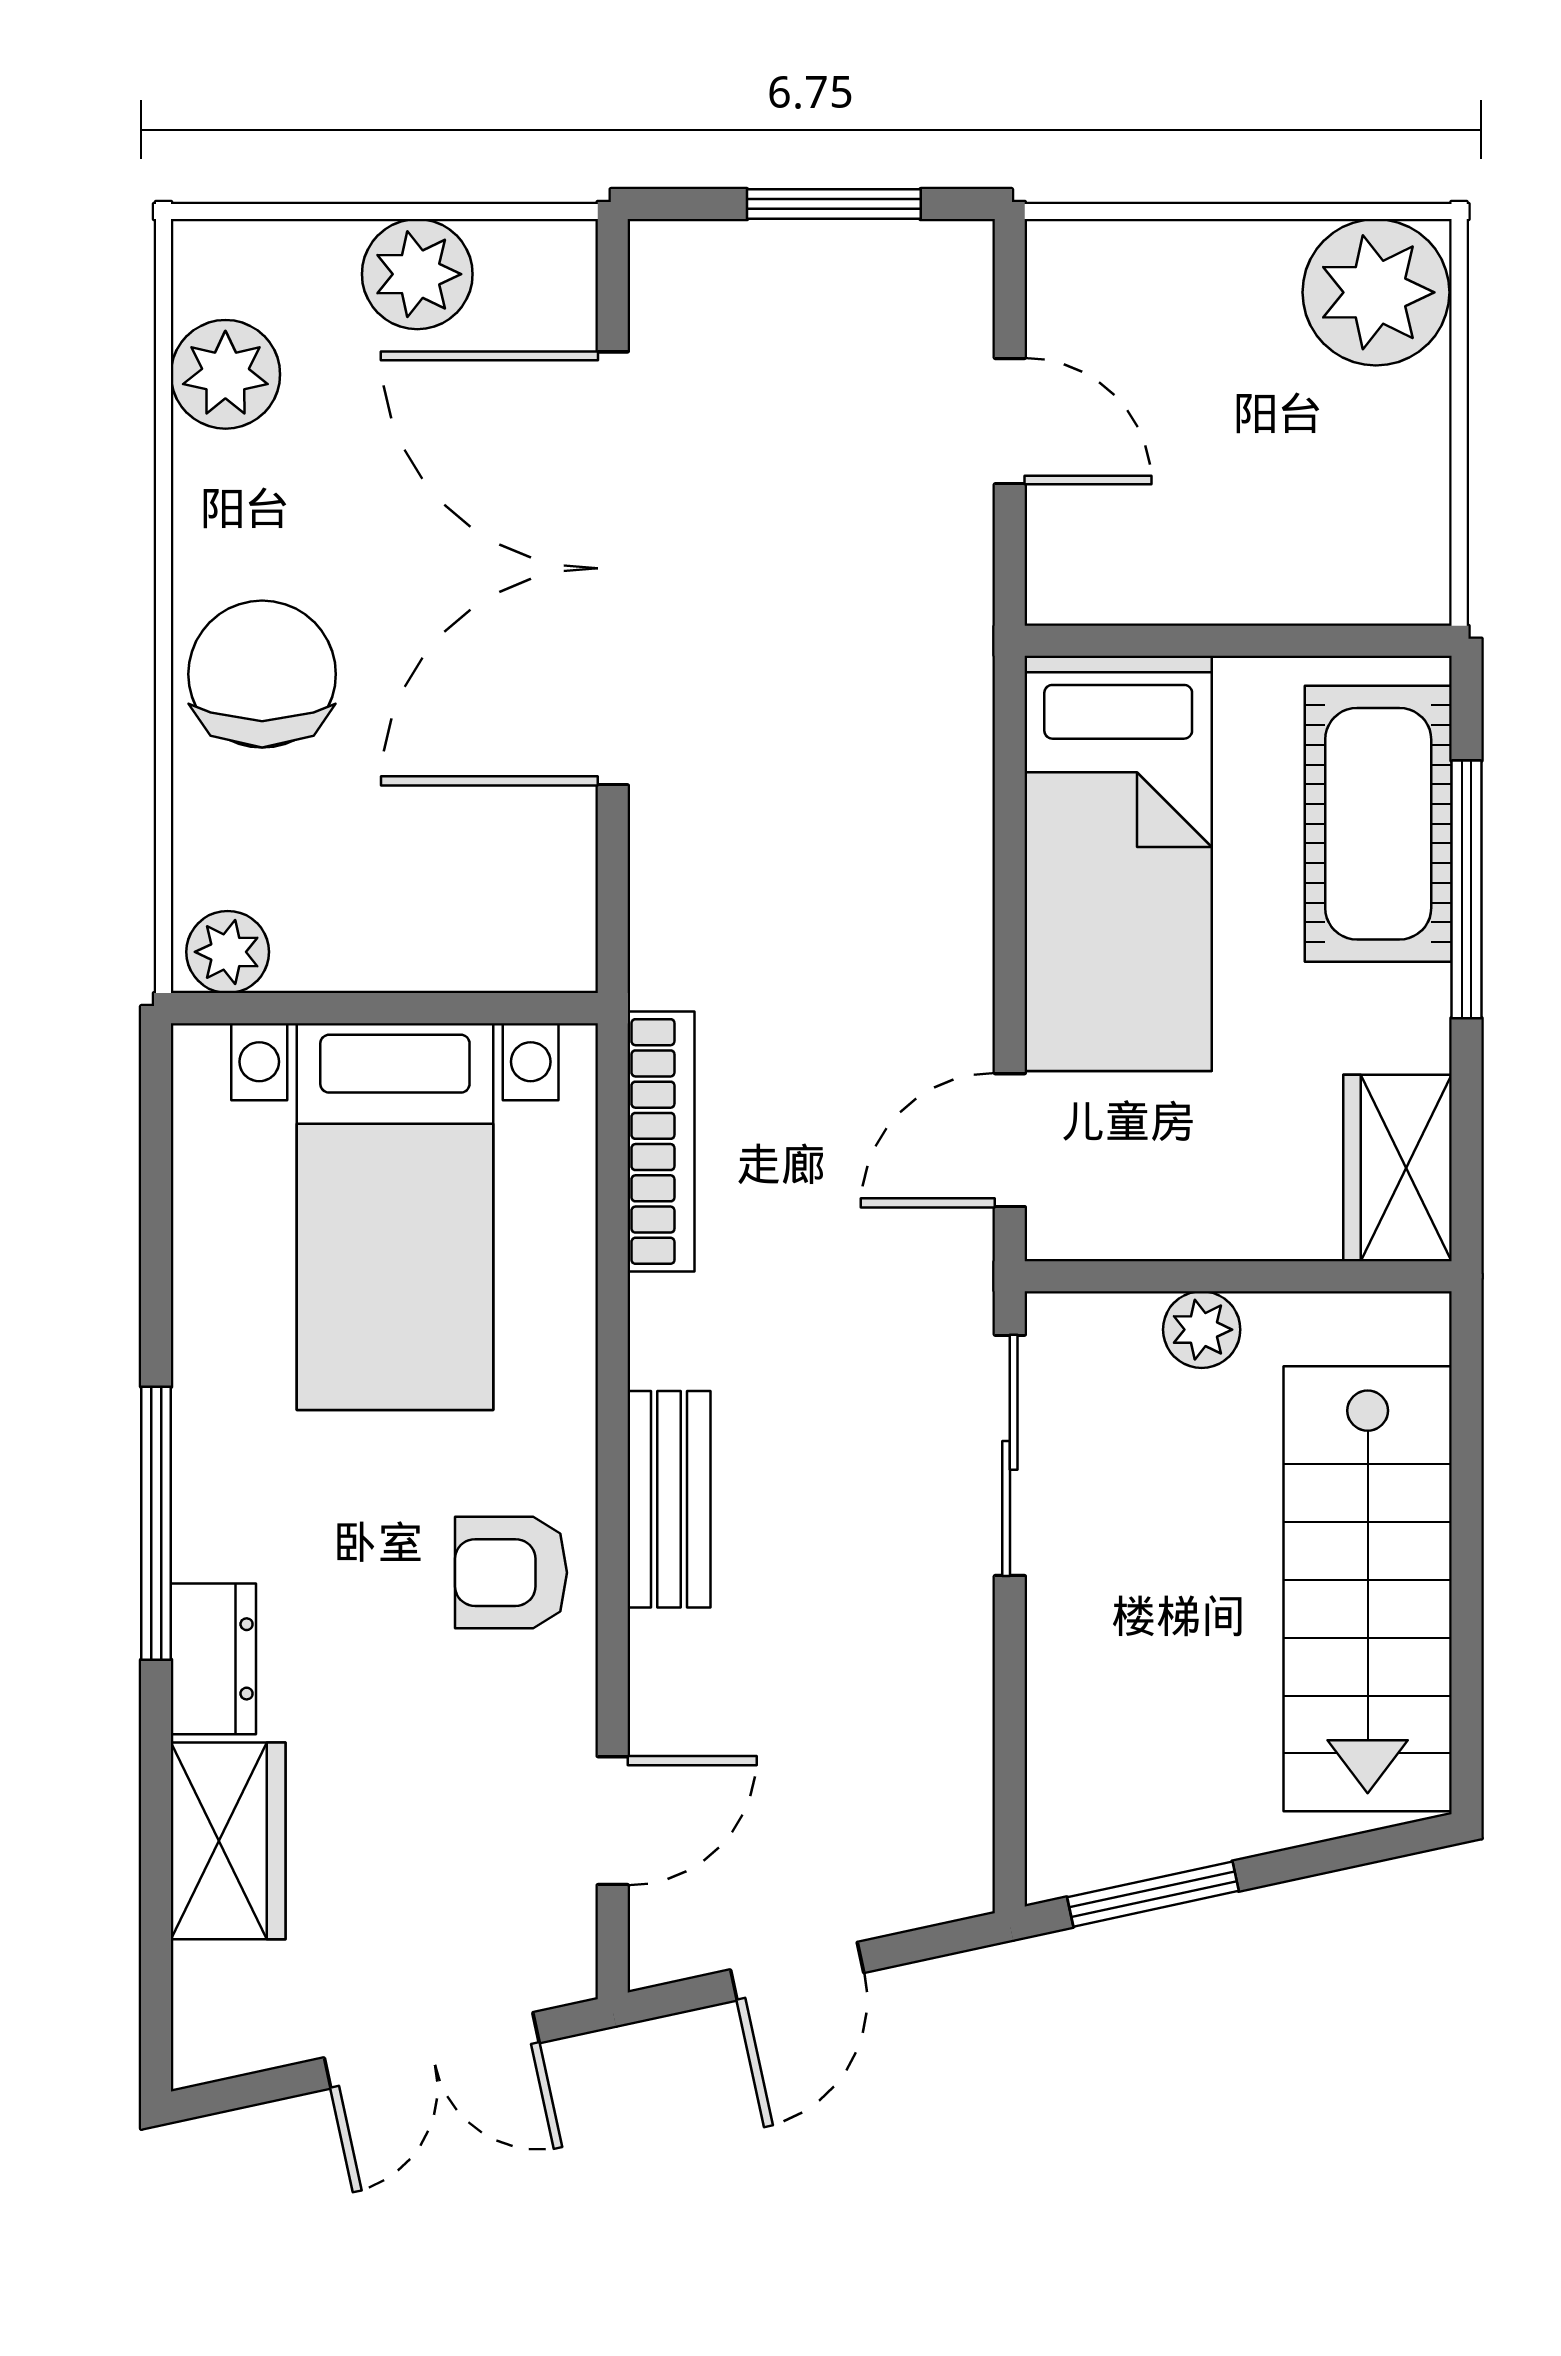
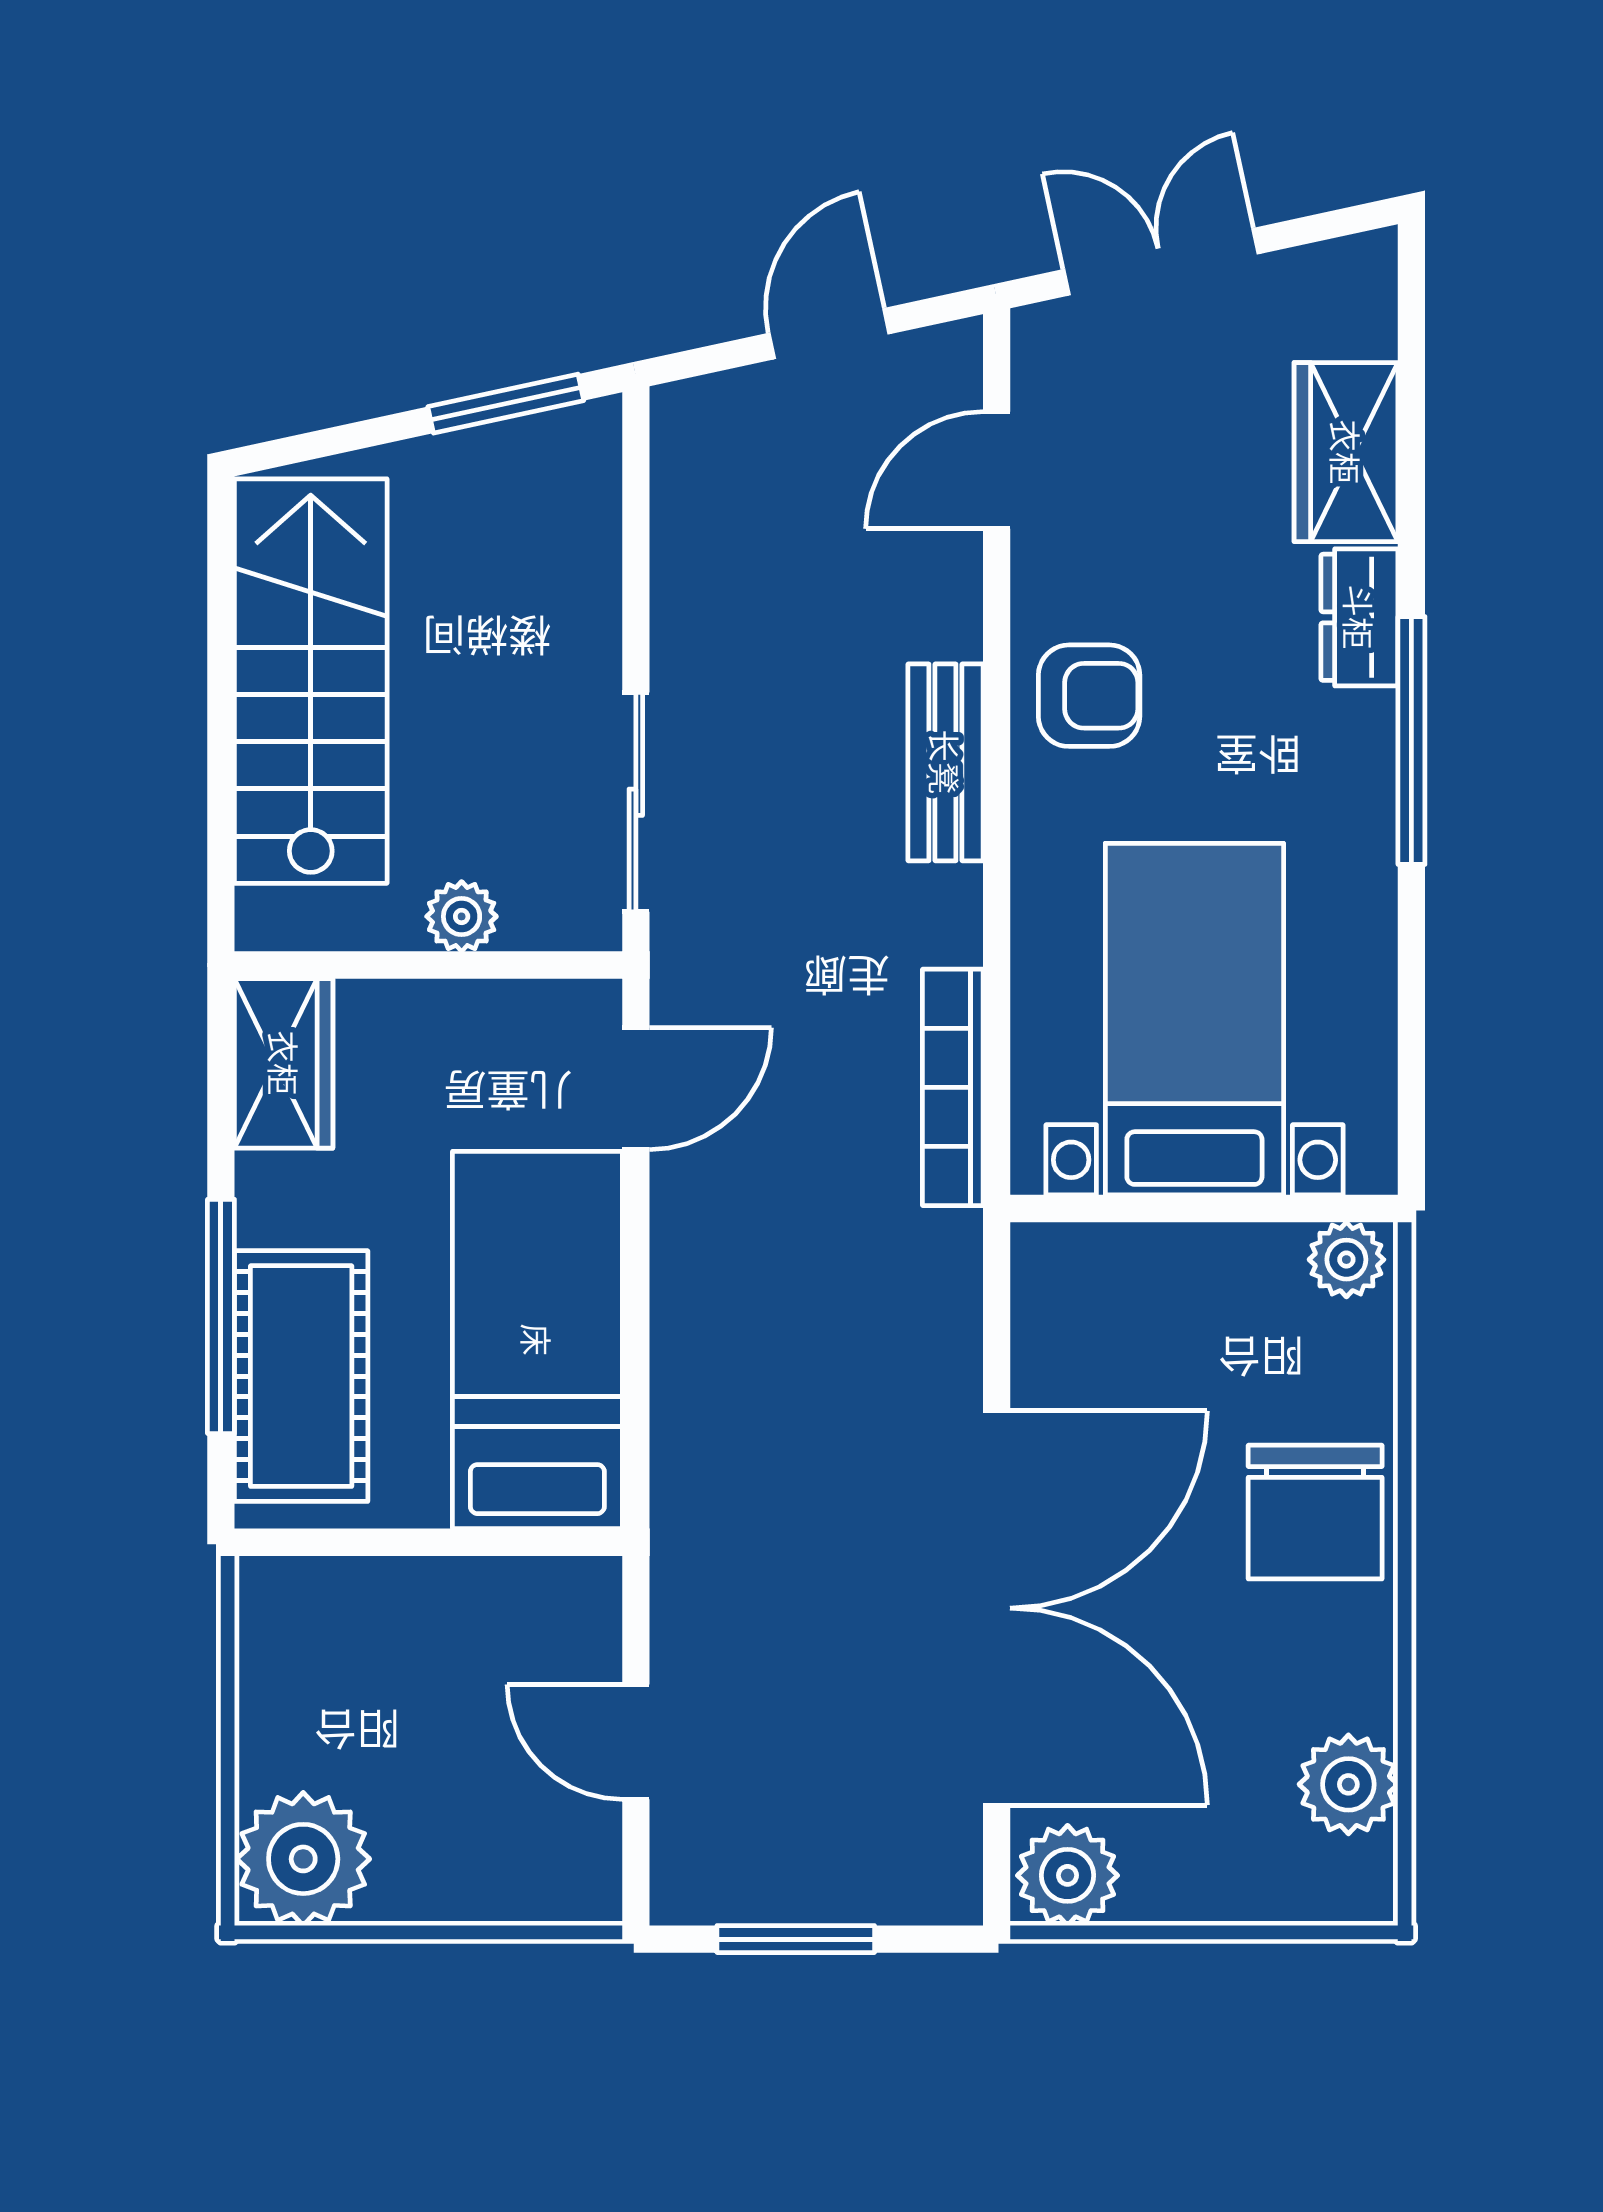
plant: (417, 274) -> (1068, 1875), moved

